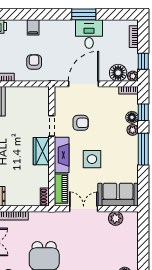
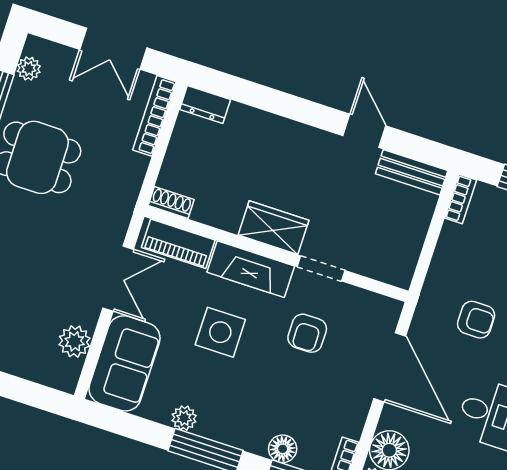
armchair: (34, 62) -> (476, 320), moved
plant: (133, 130) -> (184, 418), moved

